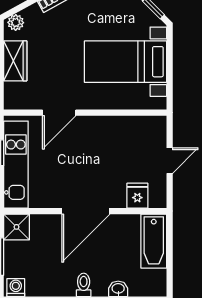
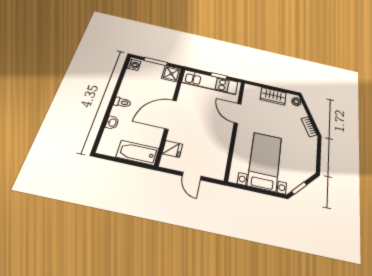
door: (86, 211) -> (171, 115), hinge flipped

